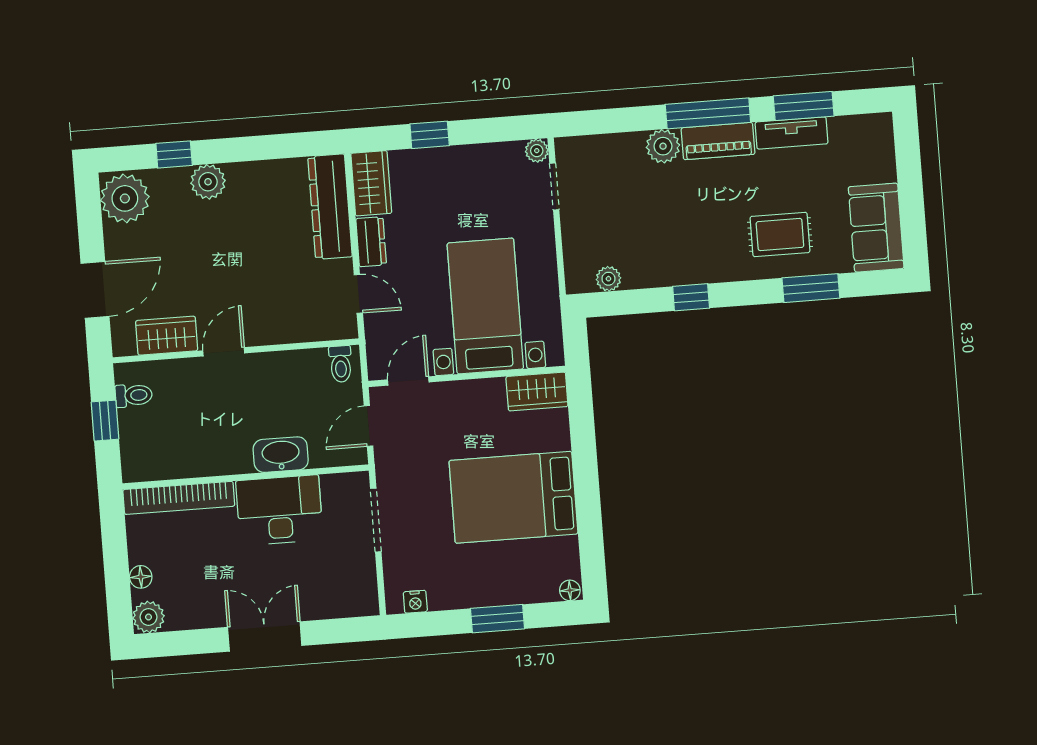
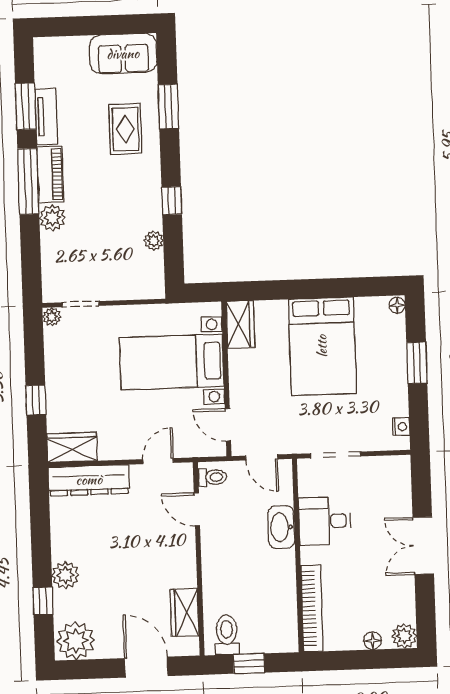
dresser: (371, 242) -> (118, 449), removed
plant: (608, 279) -> (154, 241), moved
door: (224, 352) -> (197, 509), moved
toilet: (134, 395) -> (227, 635), width x1.37, depth x1.39
desk: (279, 510) -> (325, 521), width x0.73

